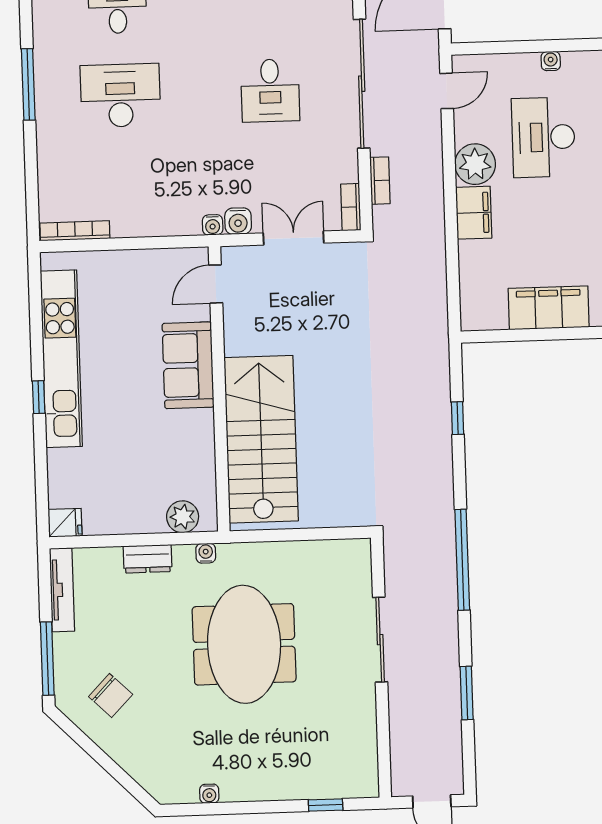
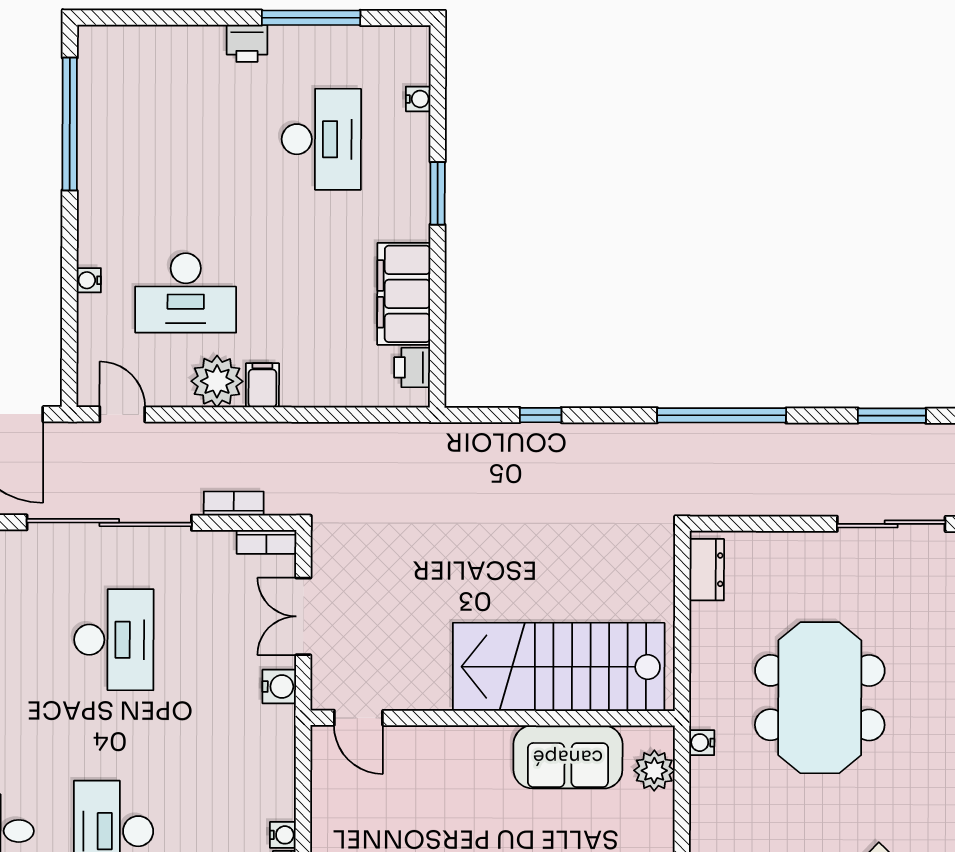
desk: (270, 90) -> (114, 640), width x1.37
filing cabinet: (474, 213) -> (262, 385), width x0.50
water cooler: (213, 225) -> (283, 835), moved
printer: (491, 316) -> (412, 367), added
sofa: (188, 365) -> (568, 757), moved
dresser: (148, 559) -> (707, 570), moved
sliding door: (380, 640) -> (891, 524), moved
meeting table: (244, 644) -> (820, 698), turned 90

